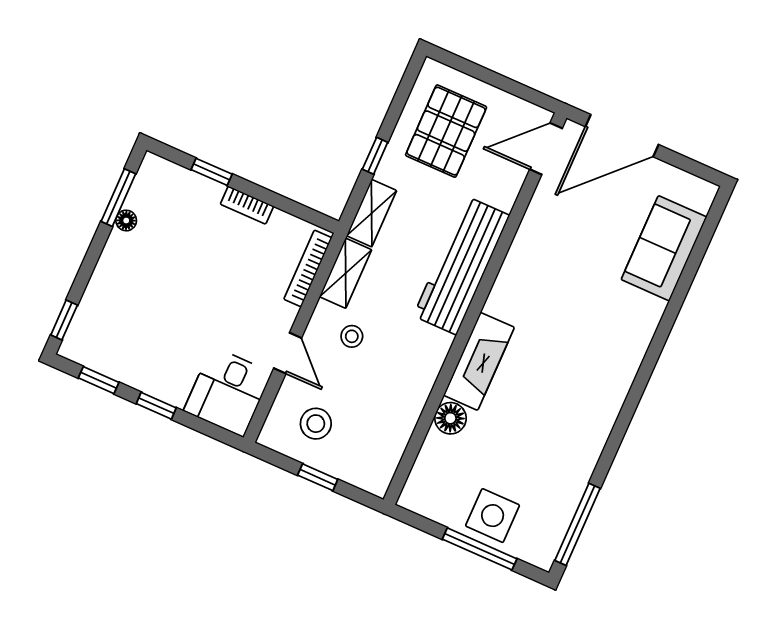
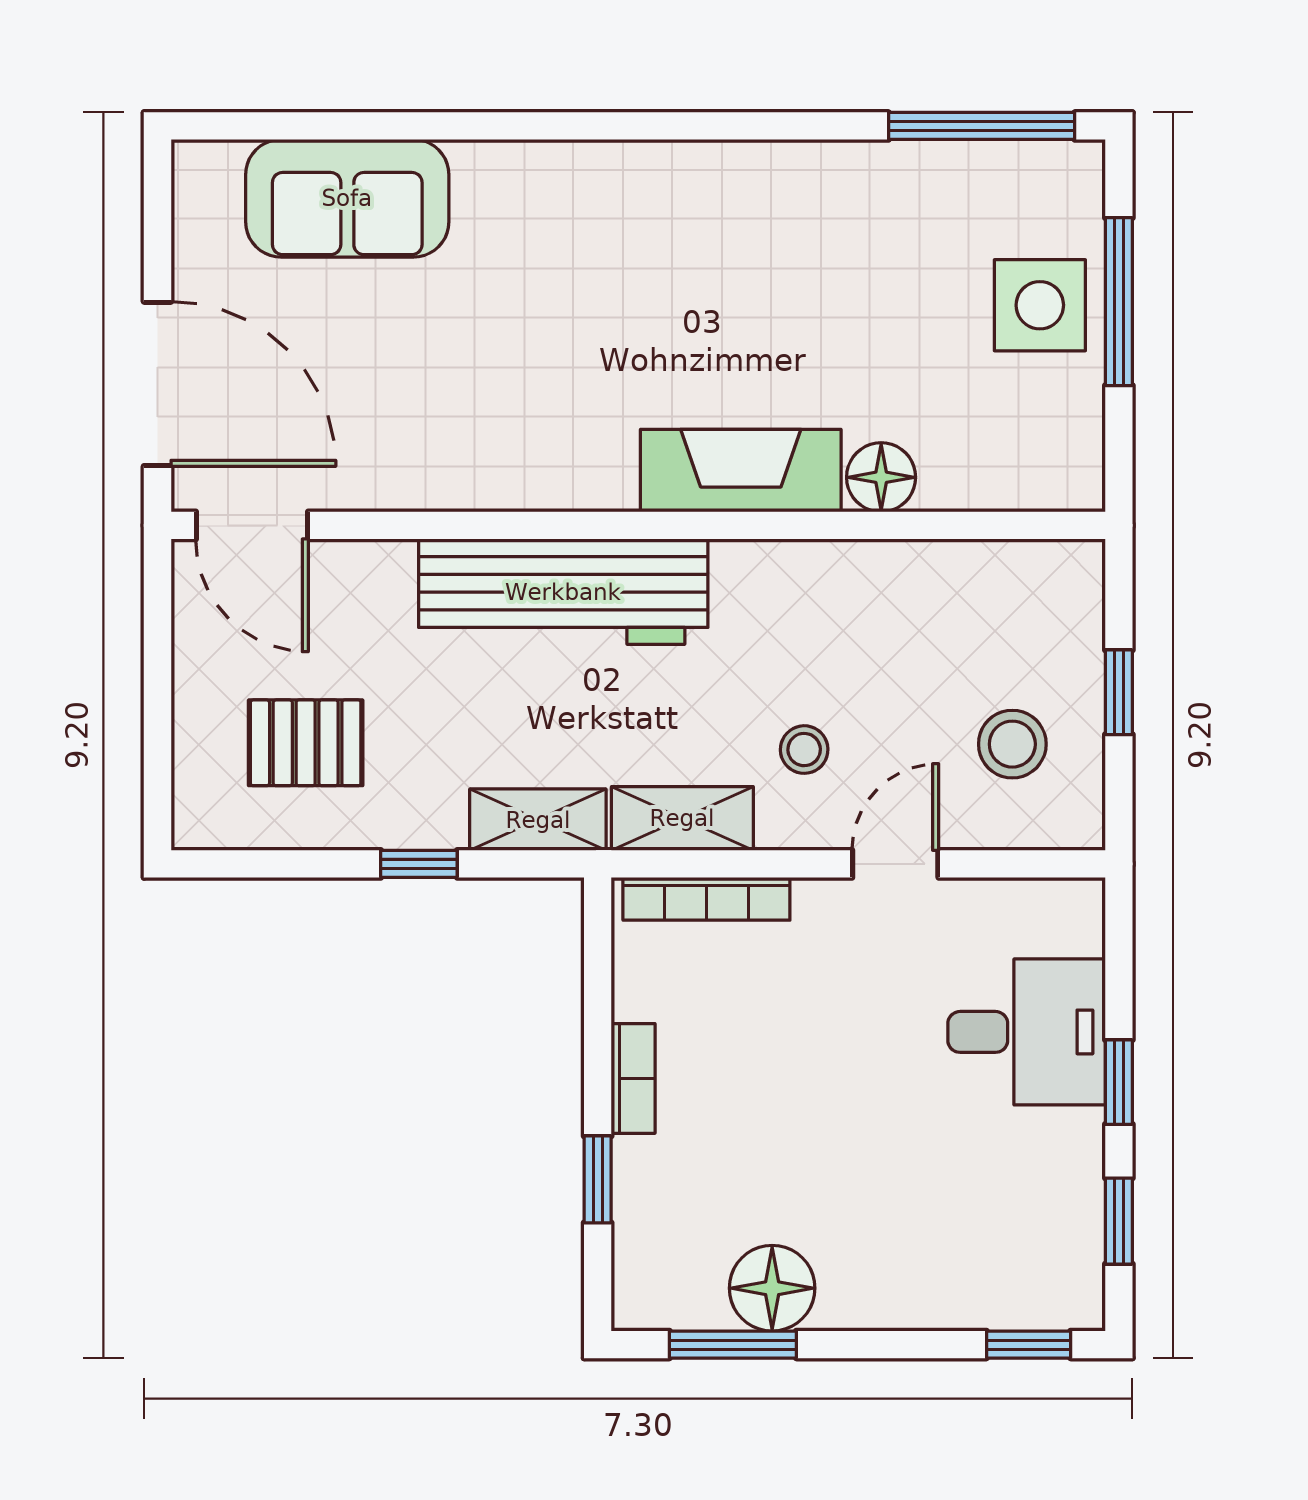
pallet: (446, 131) -> (306, 743), width x0.67, depth x0.71
floor lamp: (126, 221) -> (772, 1288), width x1.89, depth x1.89
desk: (228, 392) -> (1027, 1032), moved

